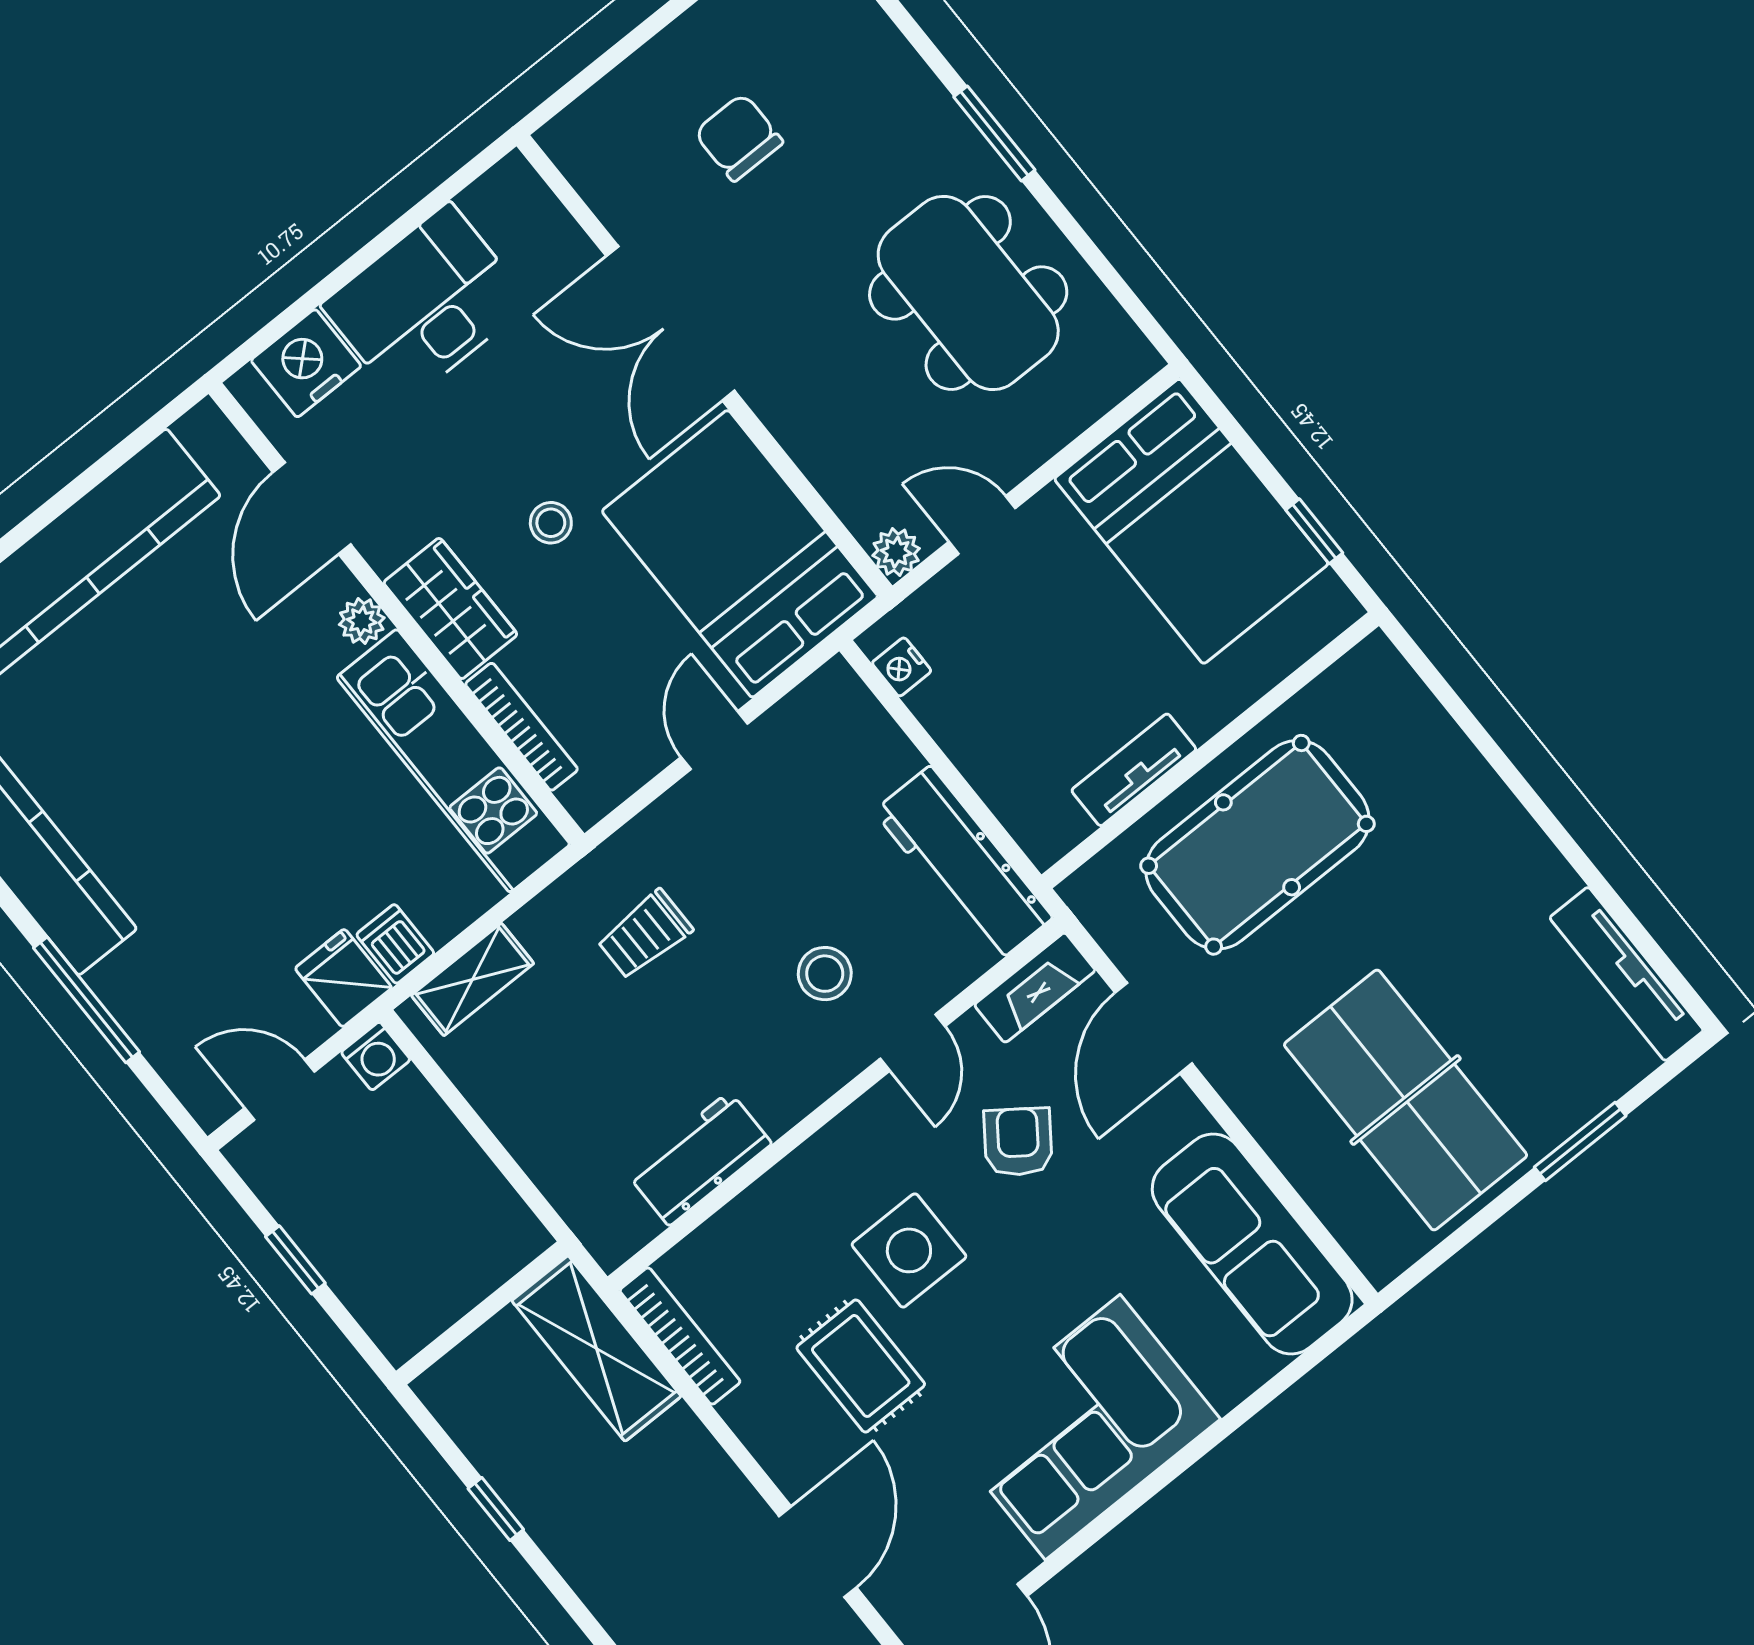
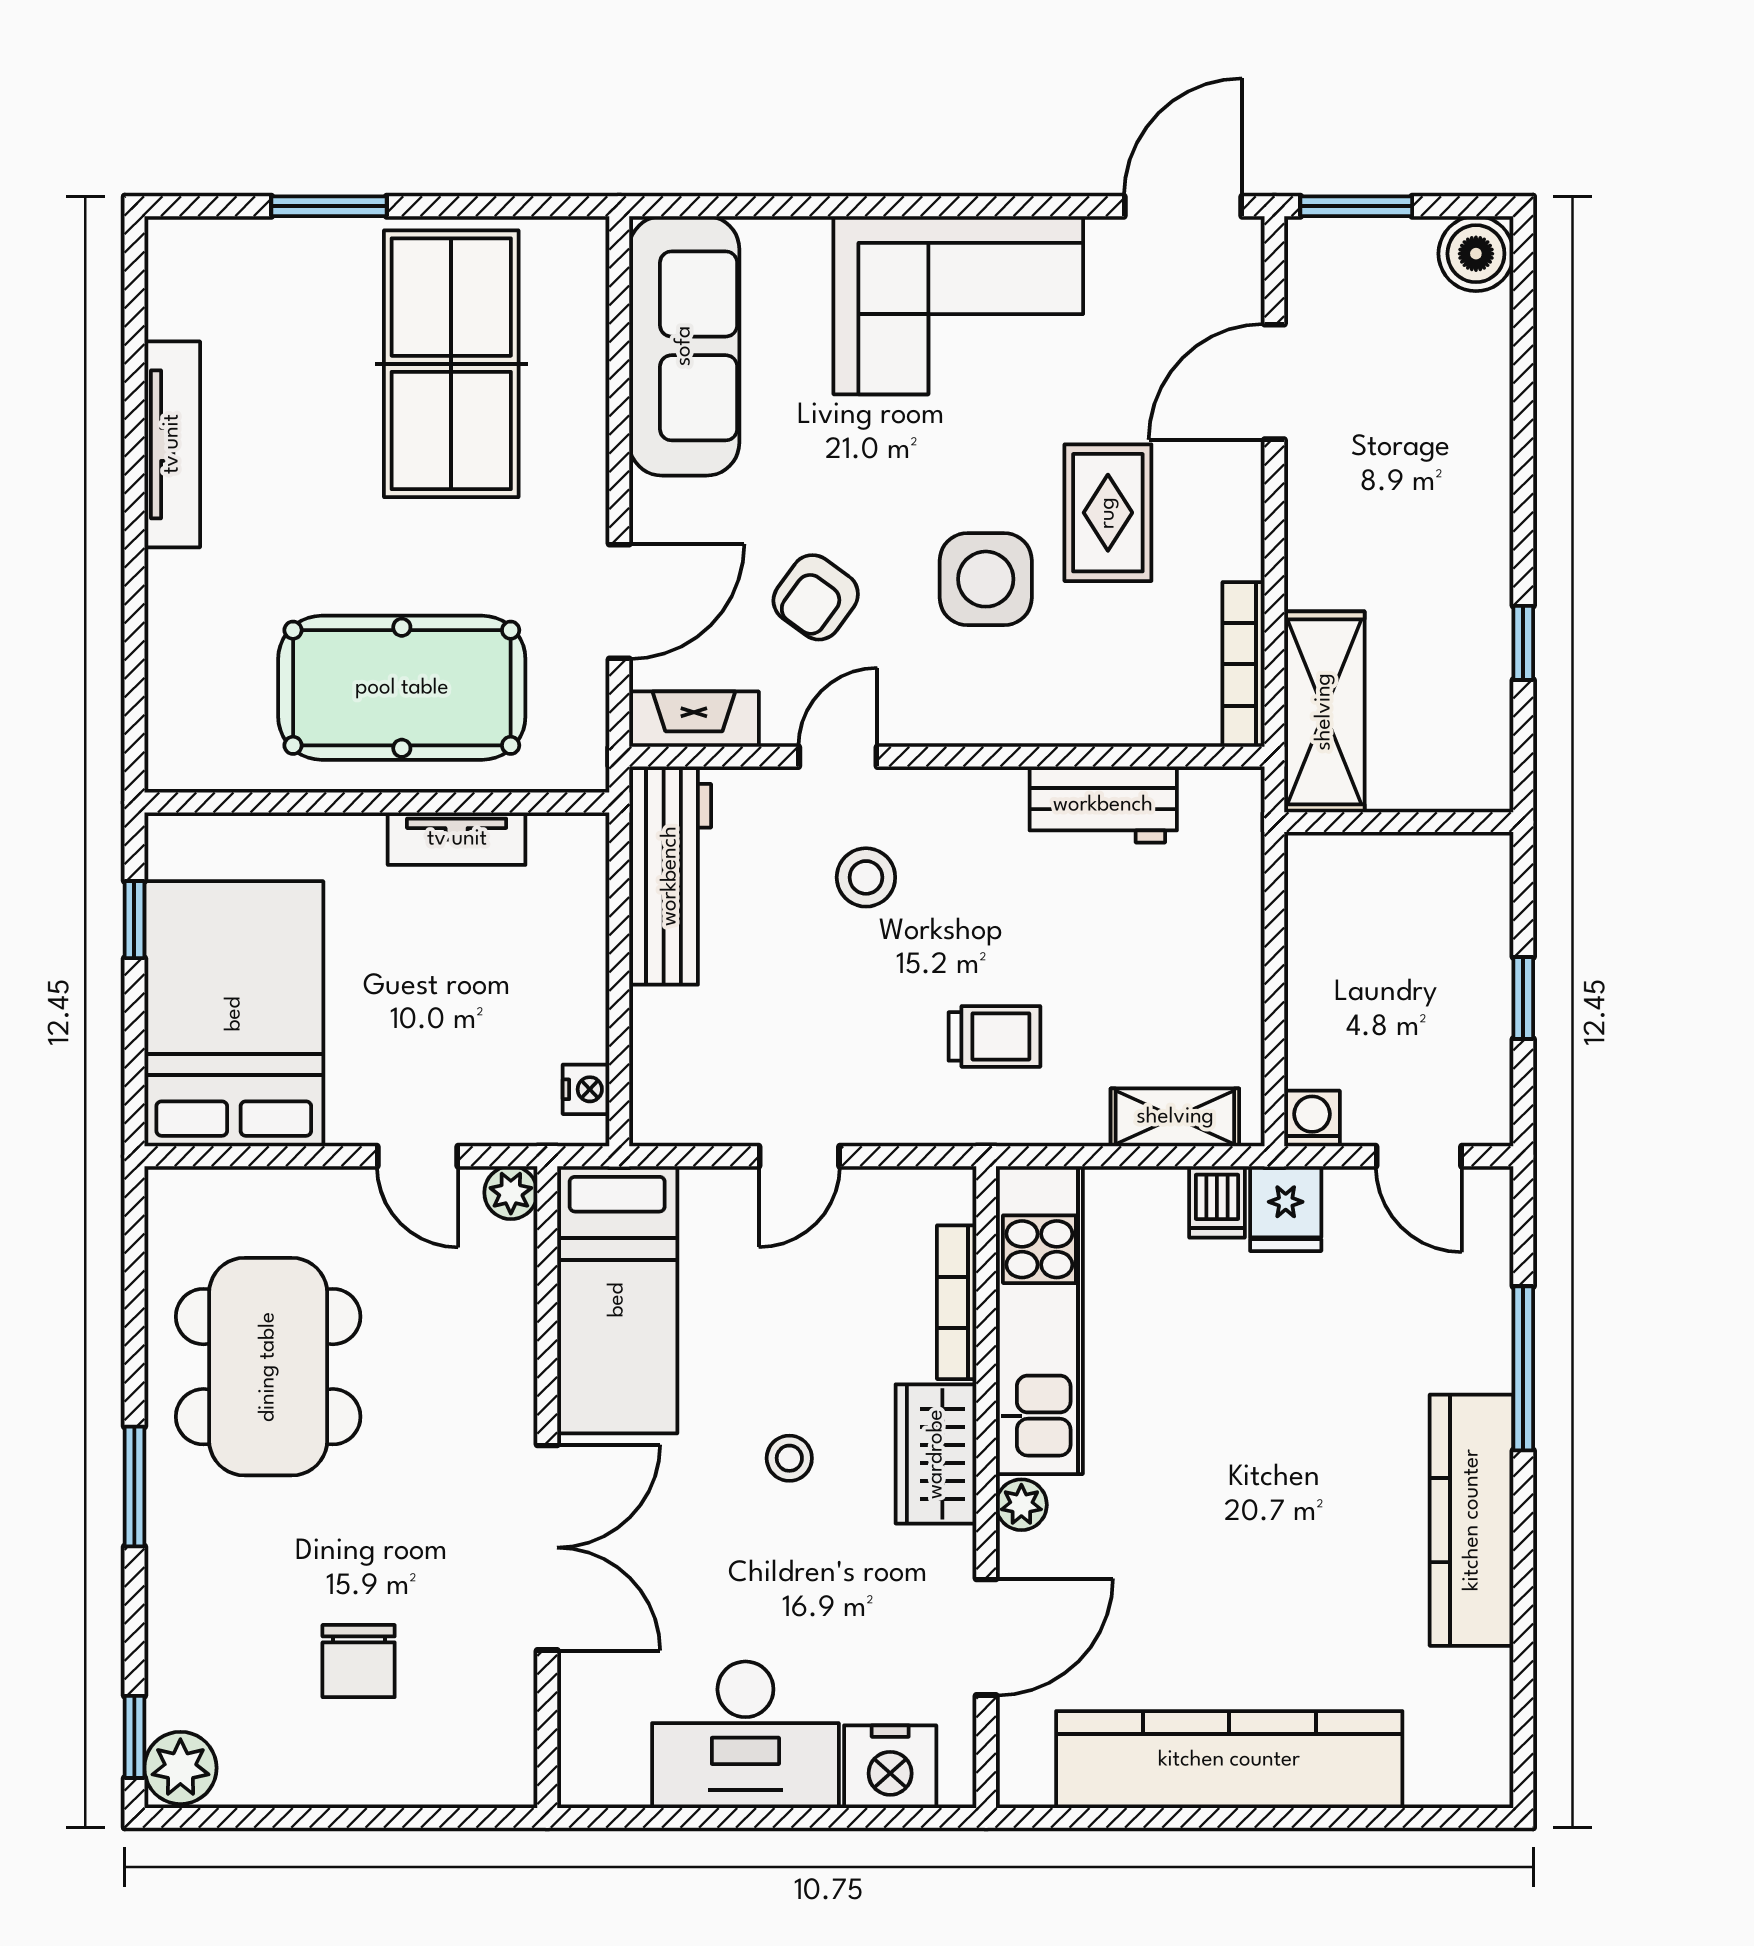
bed: (740, 554) -> (617, 1300), width x0.67
tv unit: (1627, 974) -> (172, 444), moved

